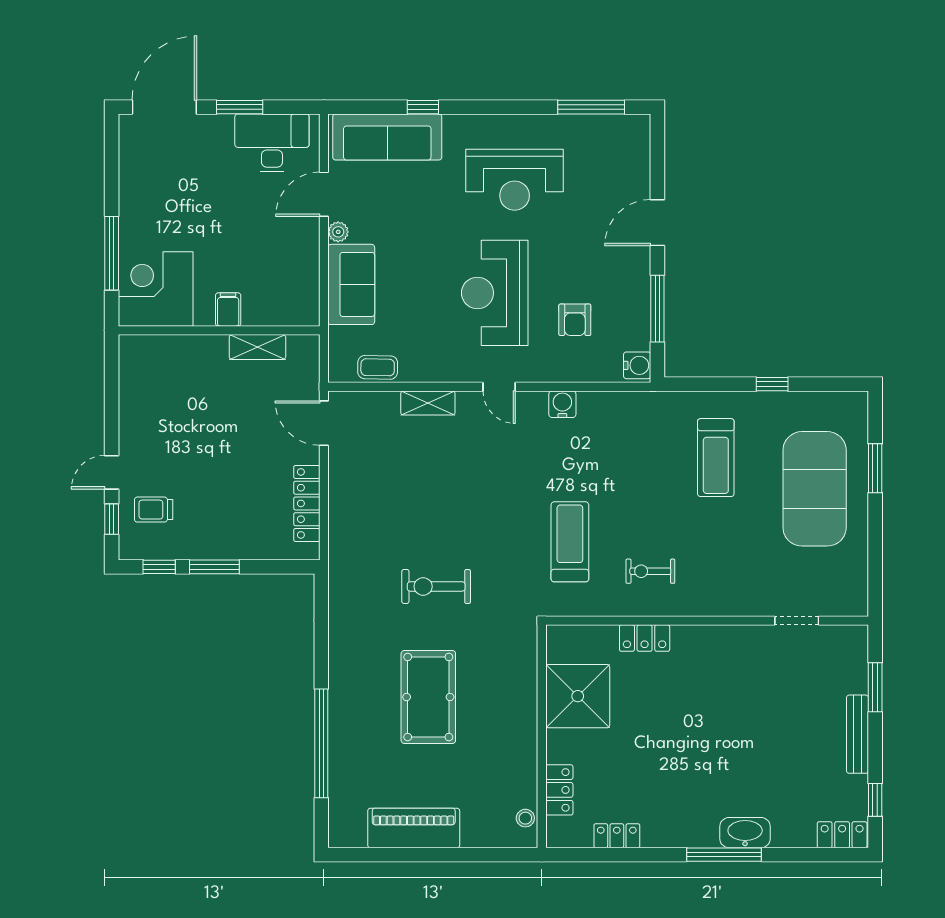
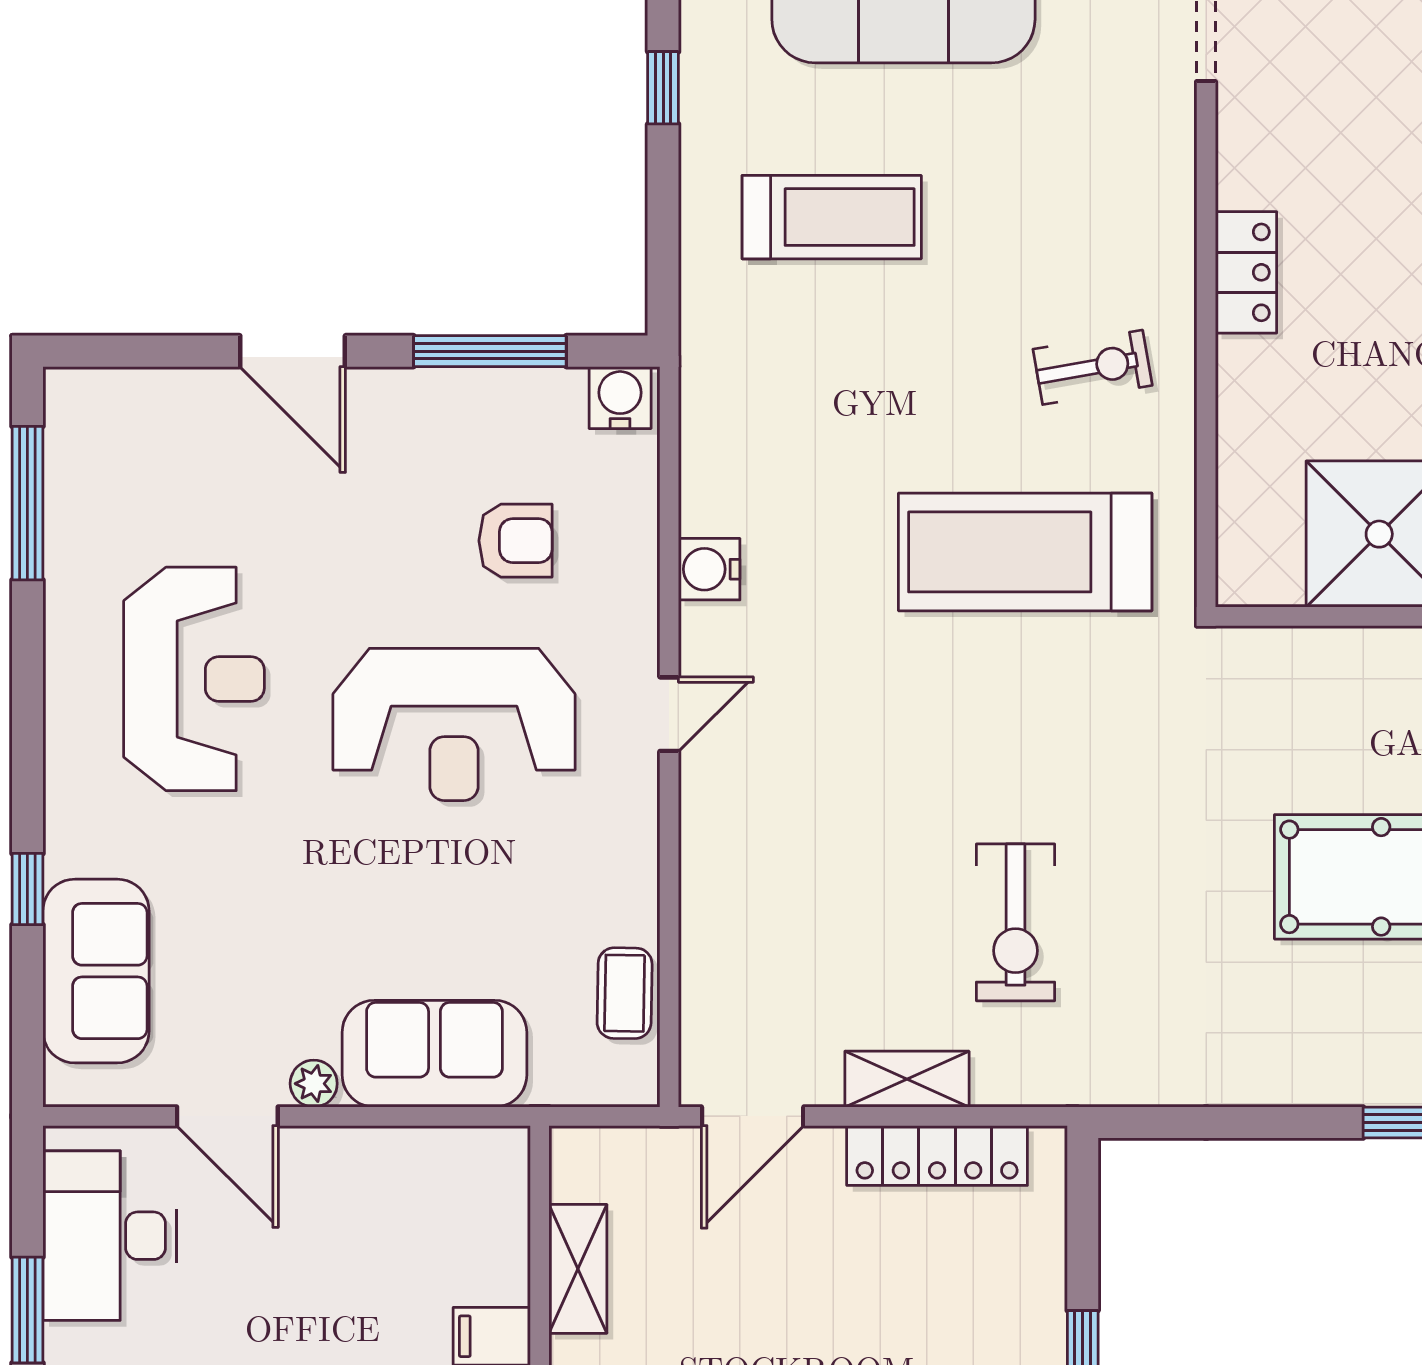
sofa: (387, 137) -> (96, 971), width x0.73
shelving: (428, 403) -> (907, 1079), moved, turned 90
treadmill: (570, 542) -> (1025, 552), width x1.37, depth x1.37
exercise bike: (650, 571) -> (1093, 367), turned -100
exercise bike: (436, 586) -> (1015, 922), moved
locker: (645, 638) -> (1246, 272), moved

